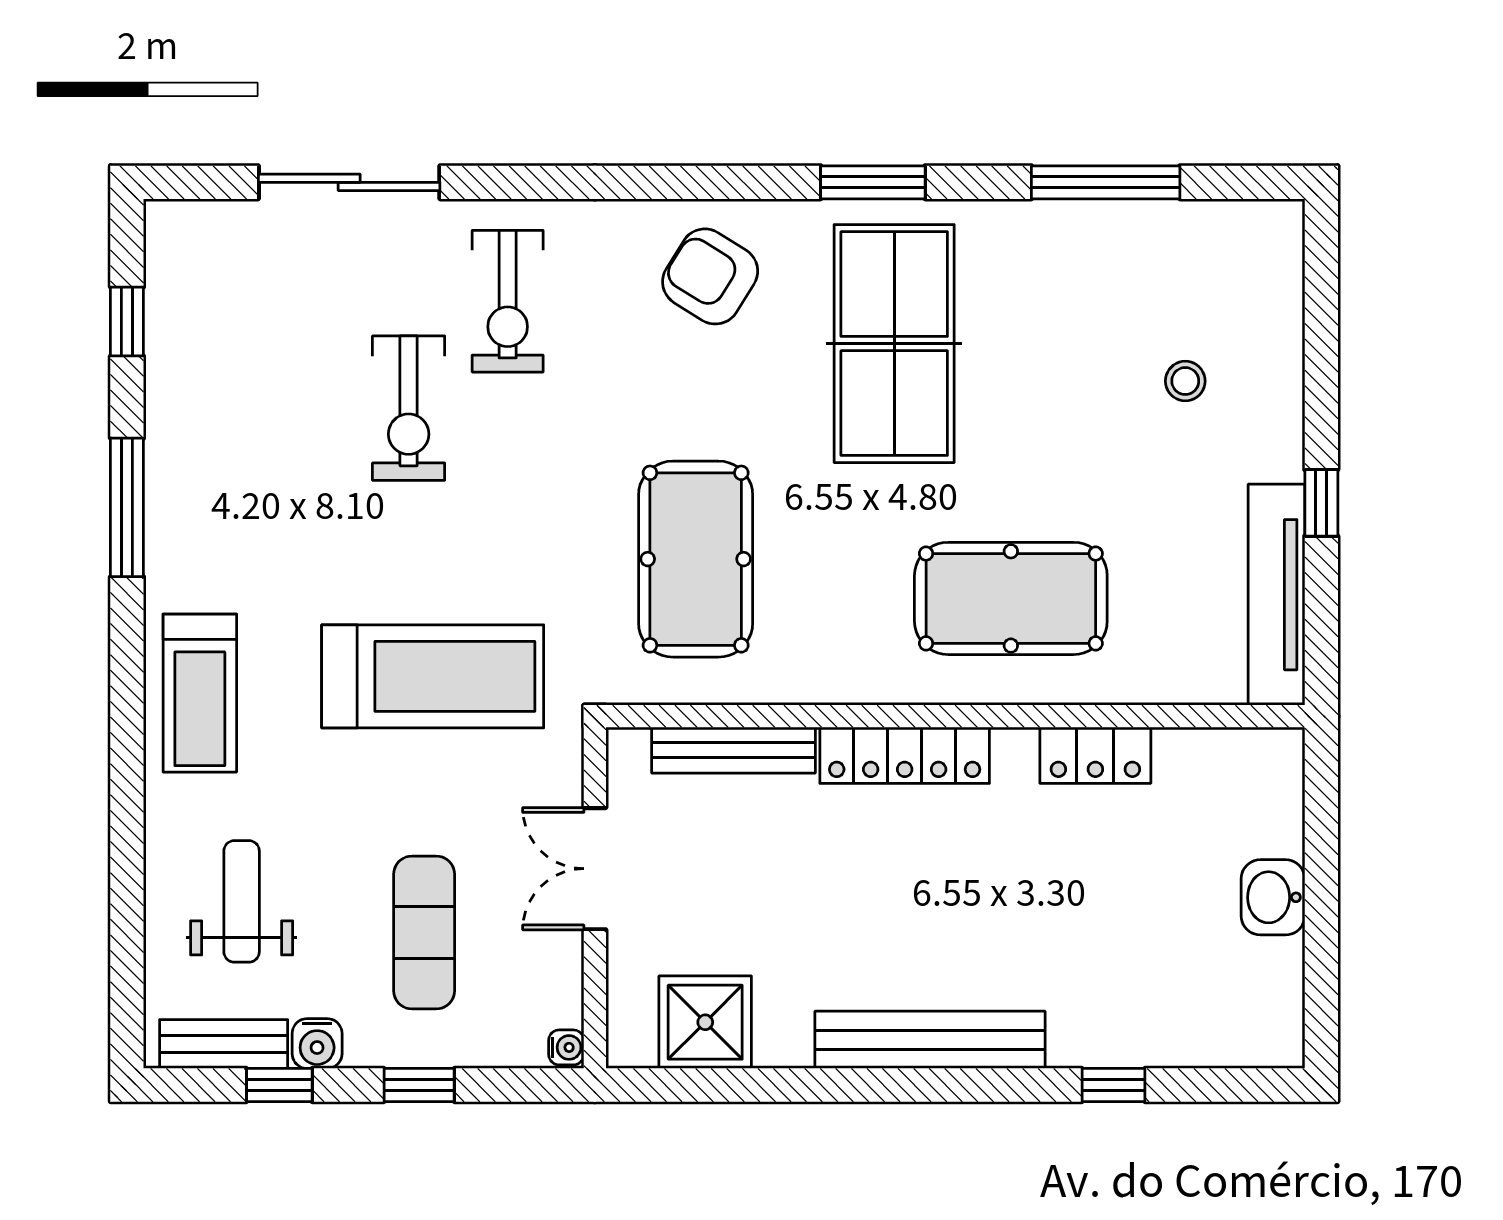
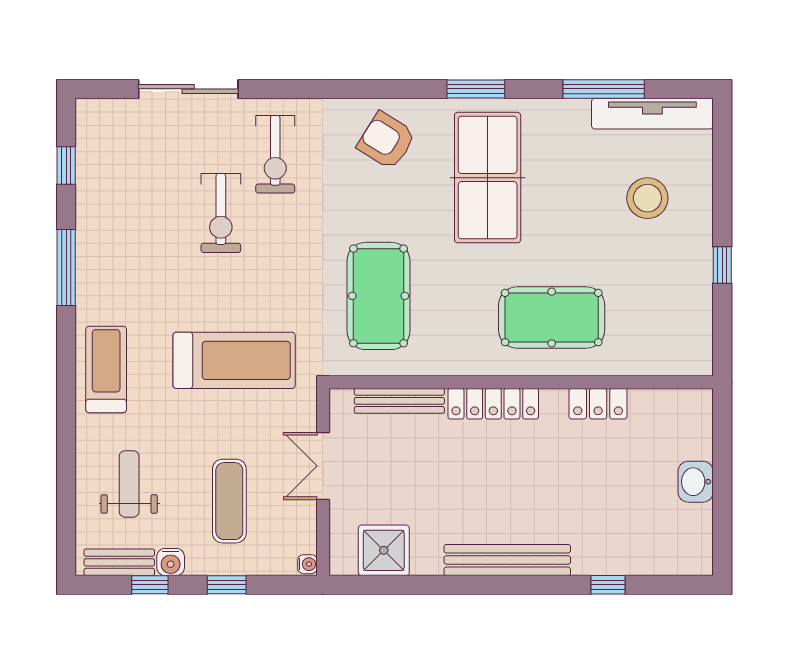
stool: (1185, 381) -> (647, 198), width x1.89, depth x1.89
tv unit: (1277, 595) -> (652, 114), moved, turned -90
treadmill: (200, 693) -> (106, 369), turned 180

